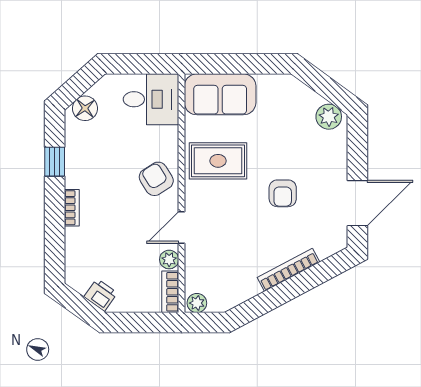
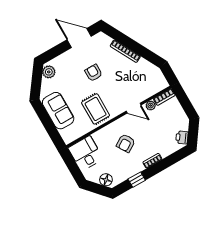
sofa: (220, 94) -> (58, 111), moved
armchair: (156, 179) -> (126, 143), moved
armchair: (283, 193) -> (94, 73), turned -90
printer: (101, 295) -> (182, 137), moved
plant: (197, 303) -> (163, 83), removed

